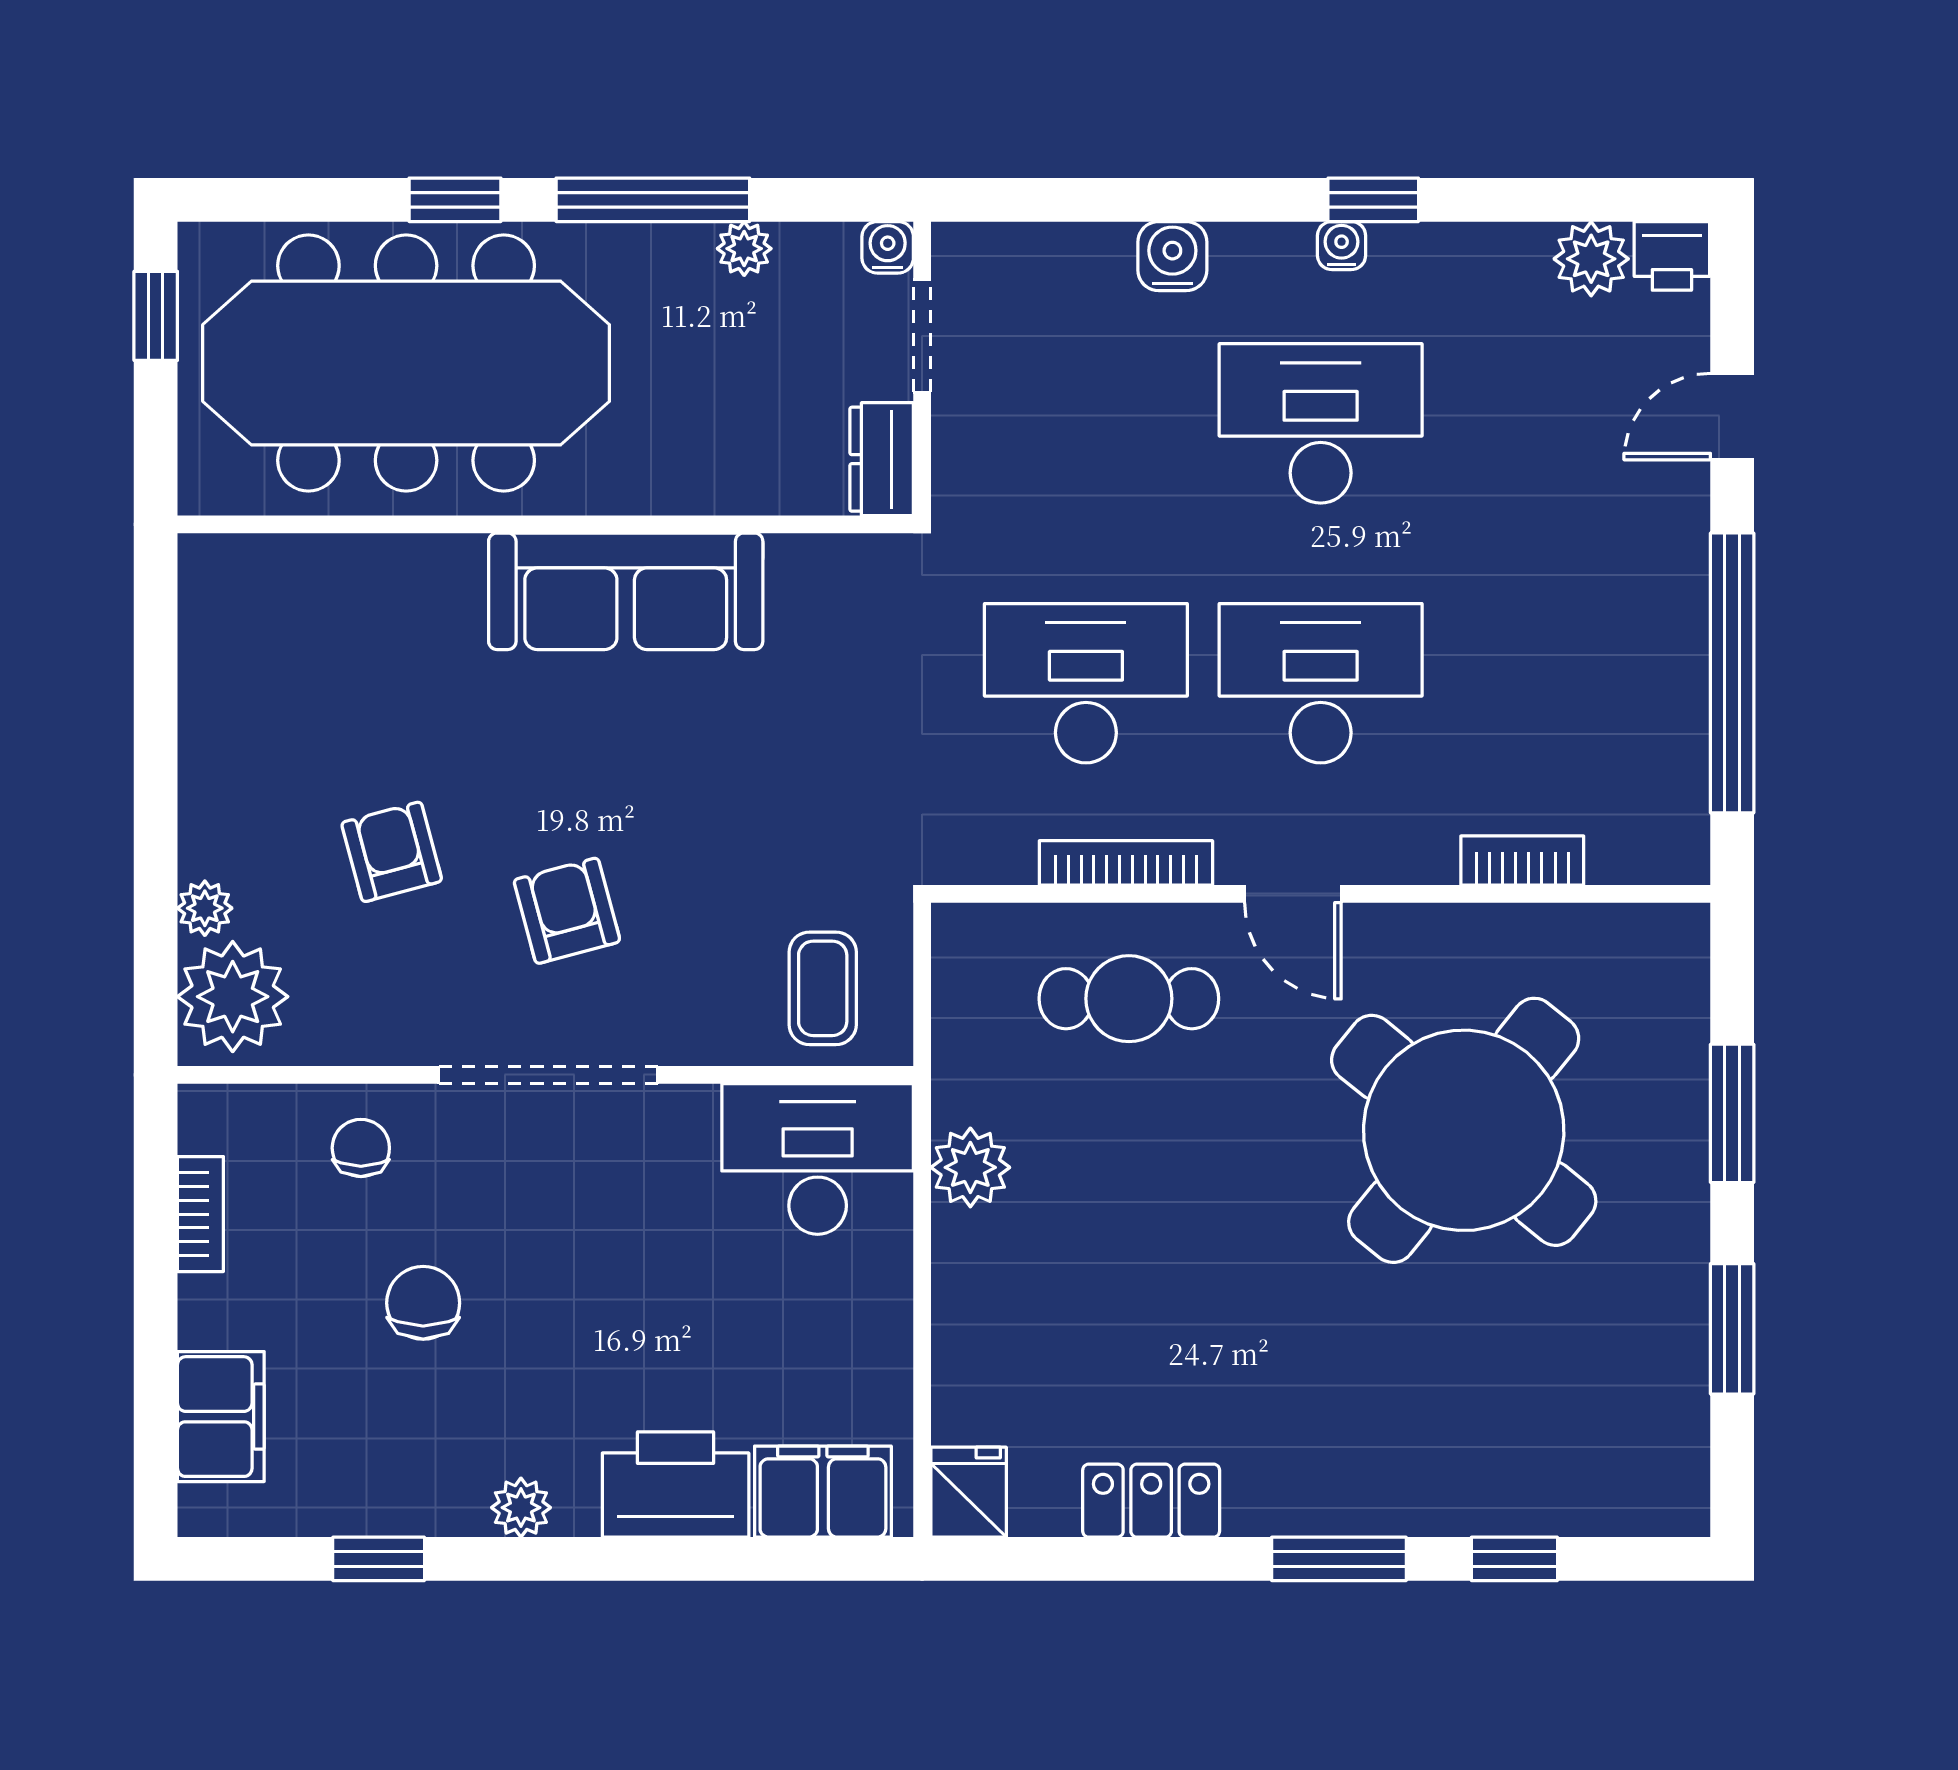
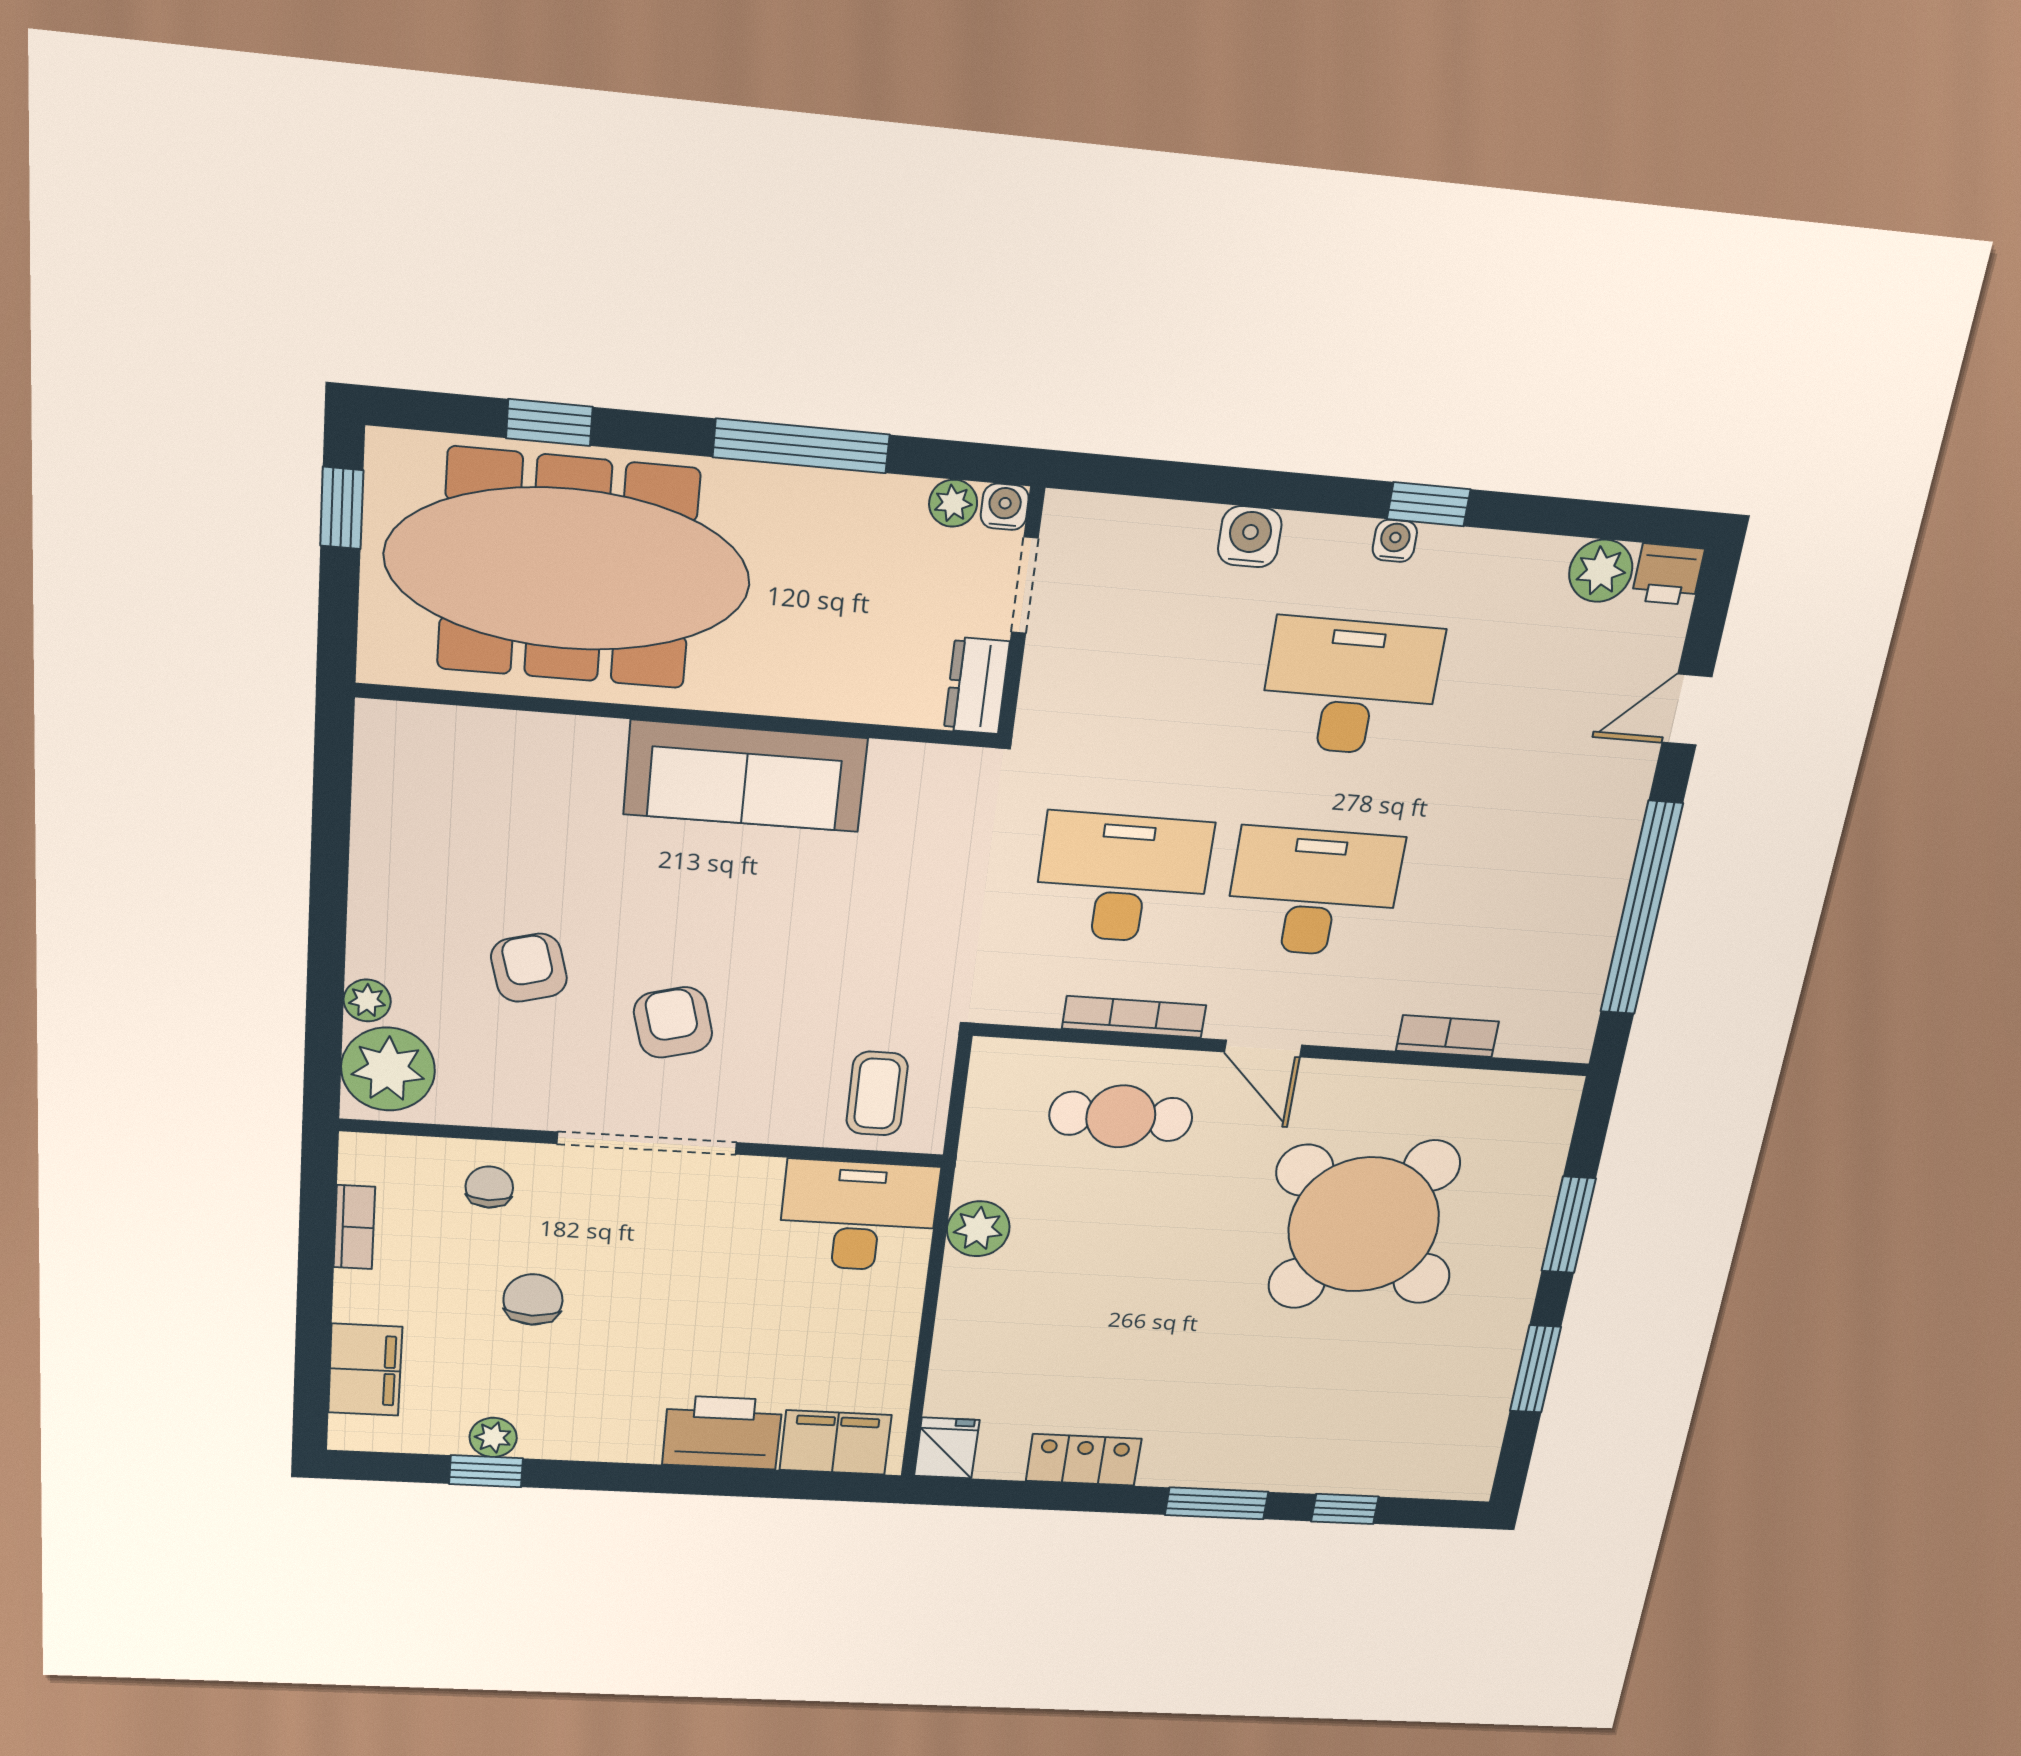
window: (455, 200) -> (549, 422), moved
plant: (744, 249) -> (953, 503), moved
plant: (521, 1508) -> (493, 1437), moved

